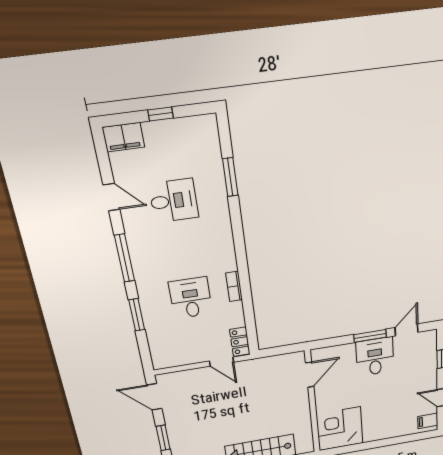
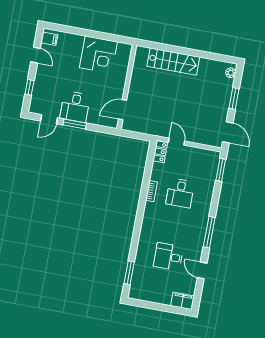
window: (161, 114) -> (158, 307), removed
window: (230, 177) -> (129, 273), moved
window: (137, 315) -> (221, 170), moved
corner desk: (340, 429) -> (98, 55), moved

